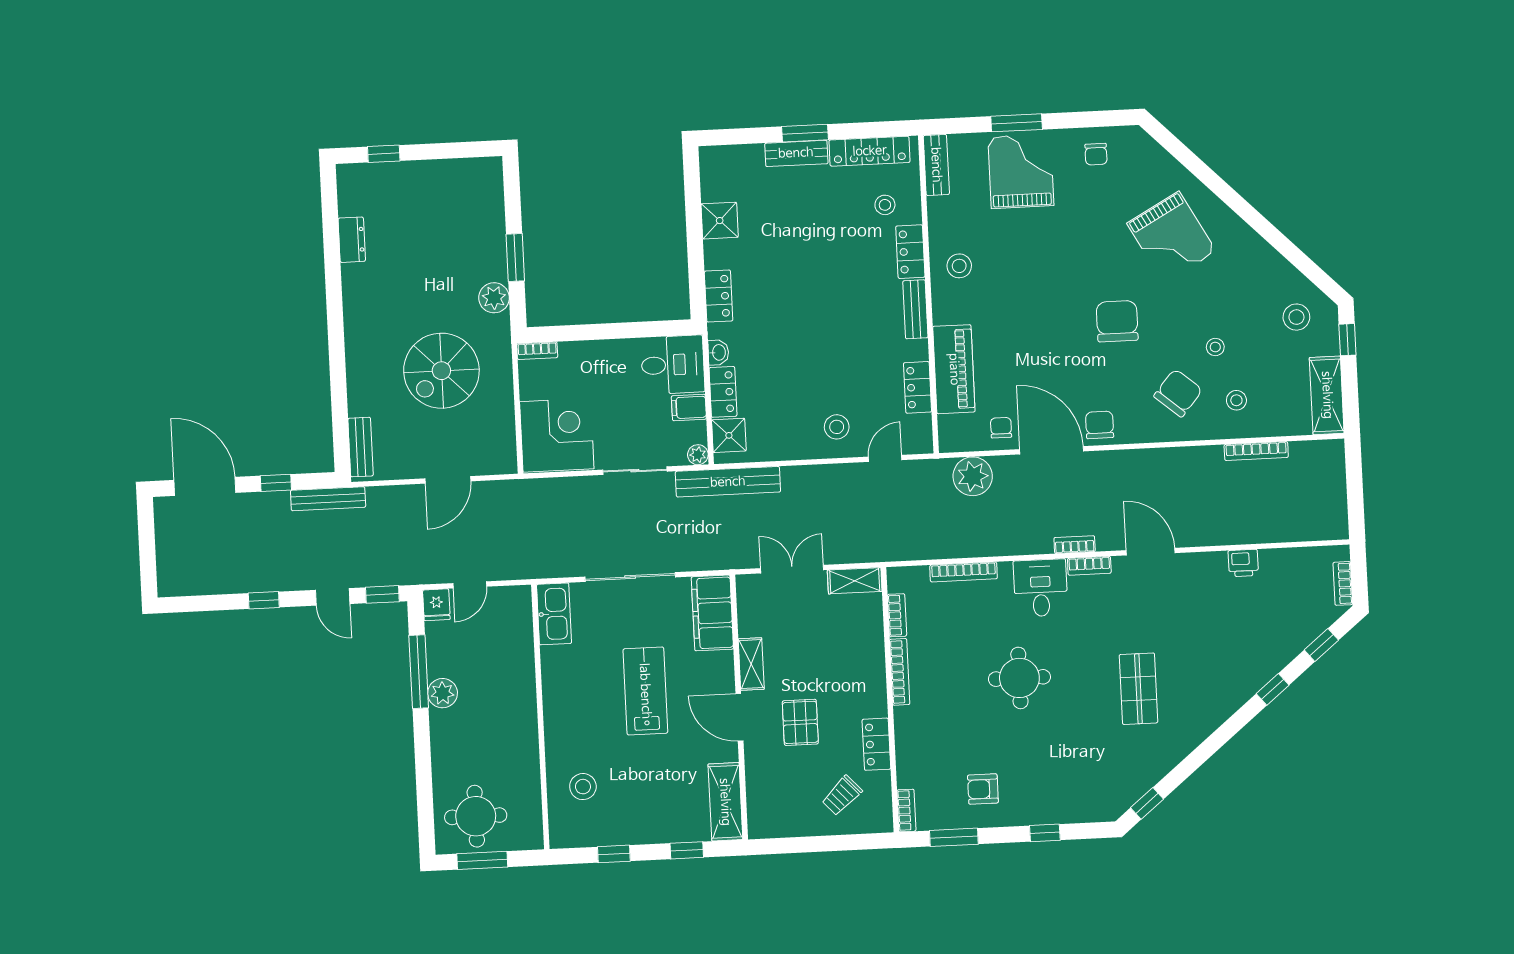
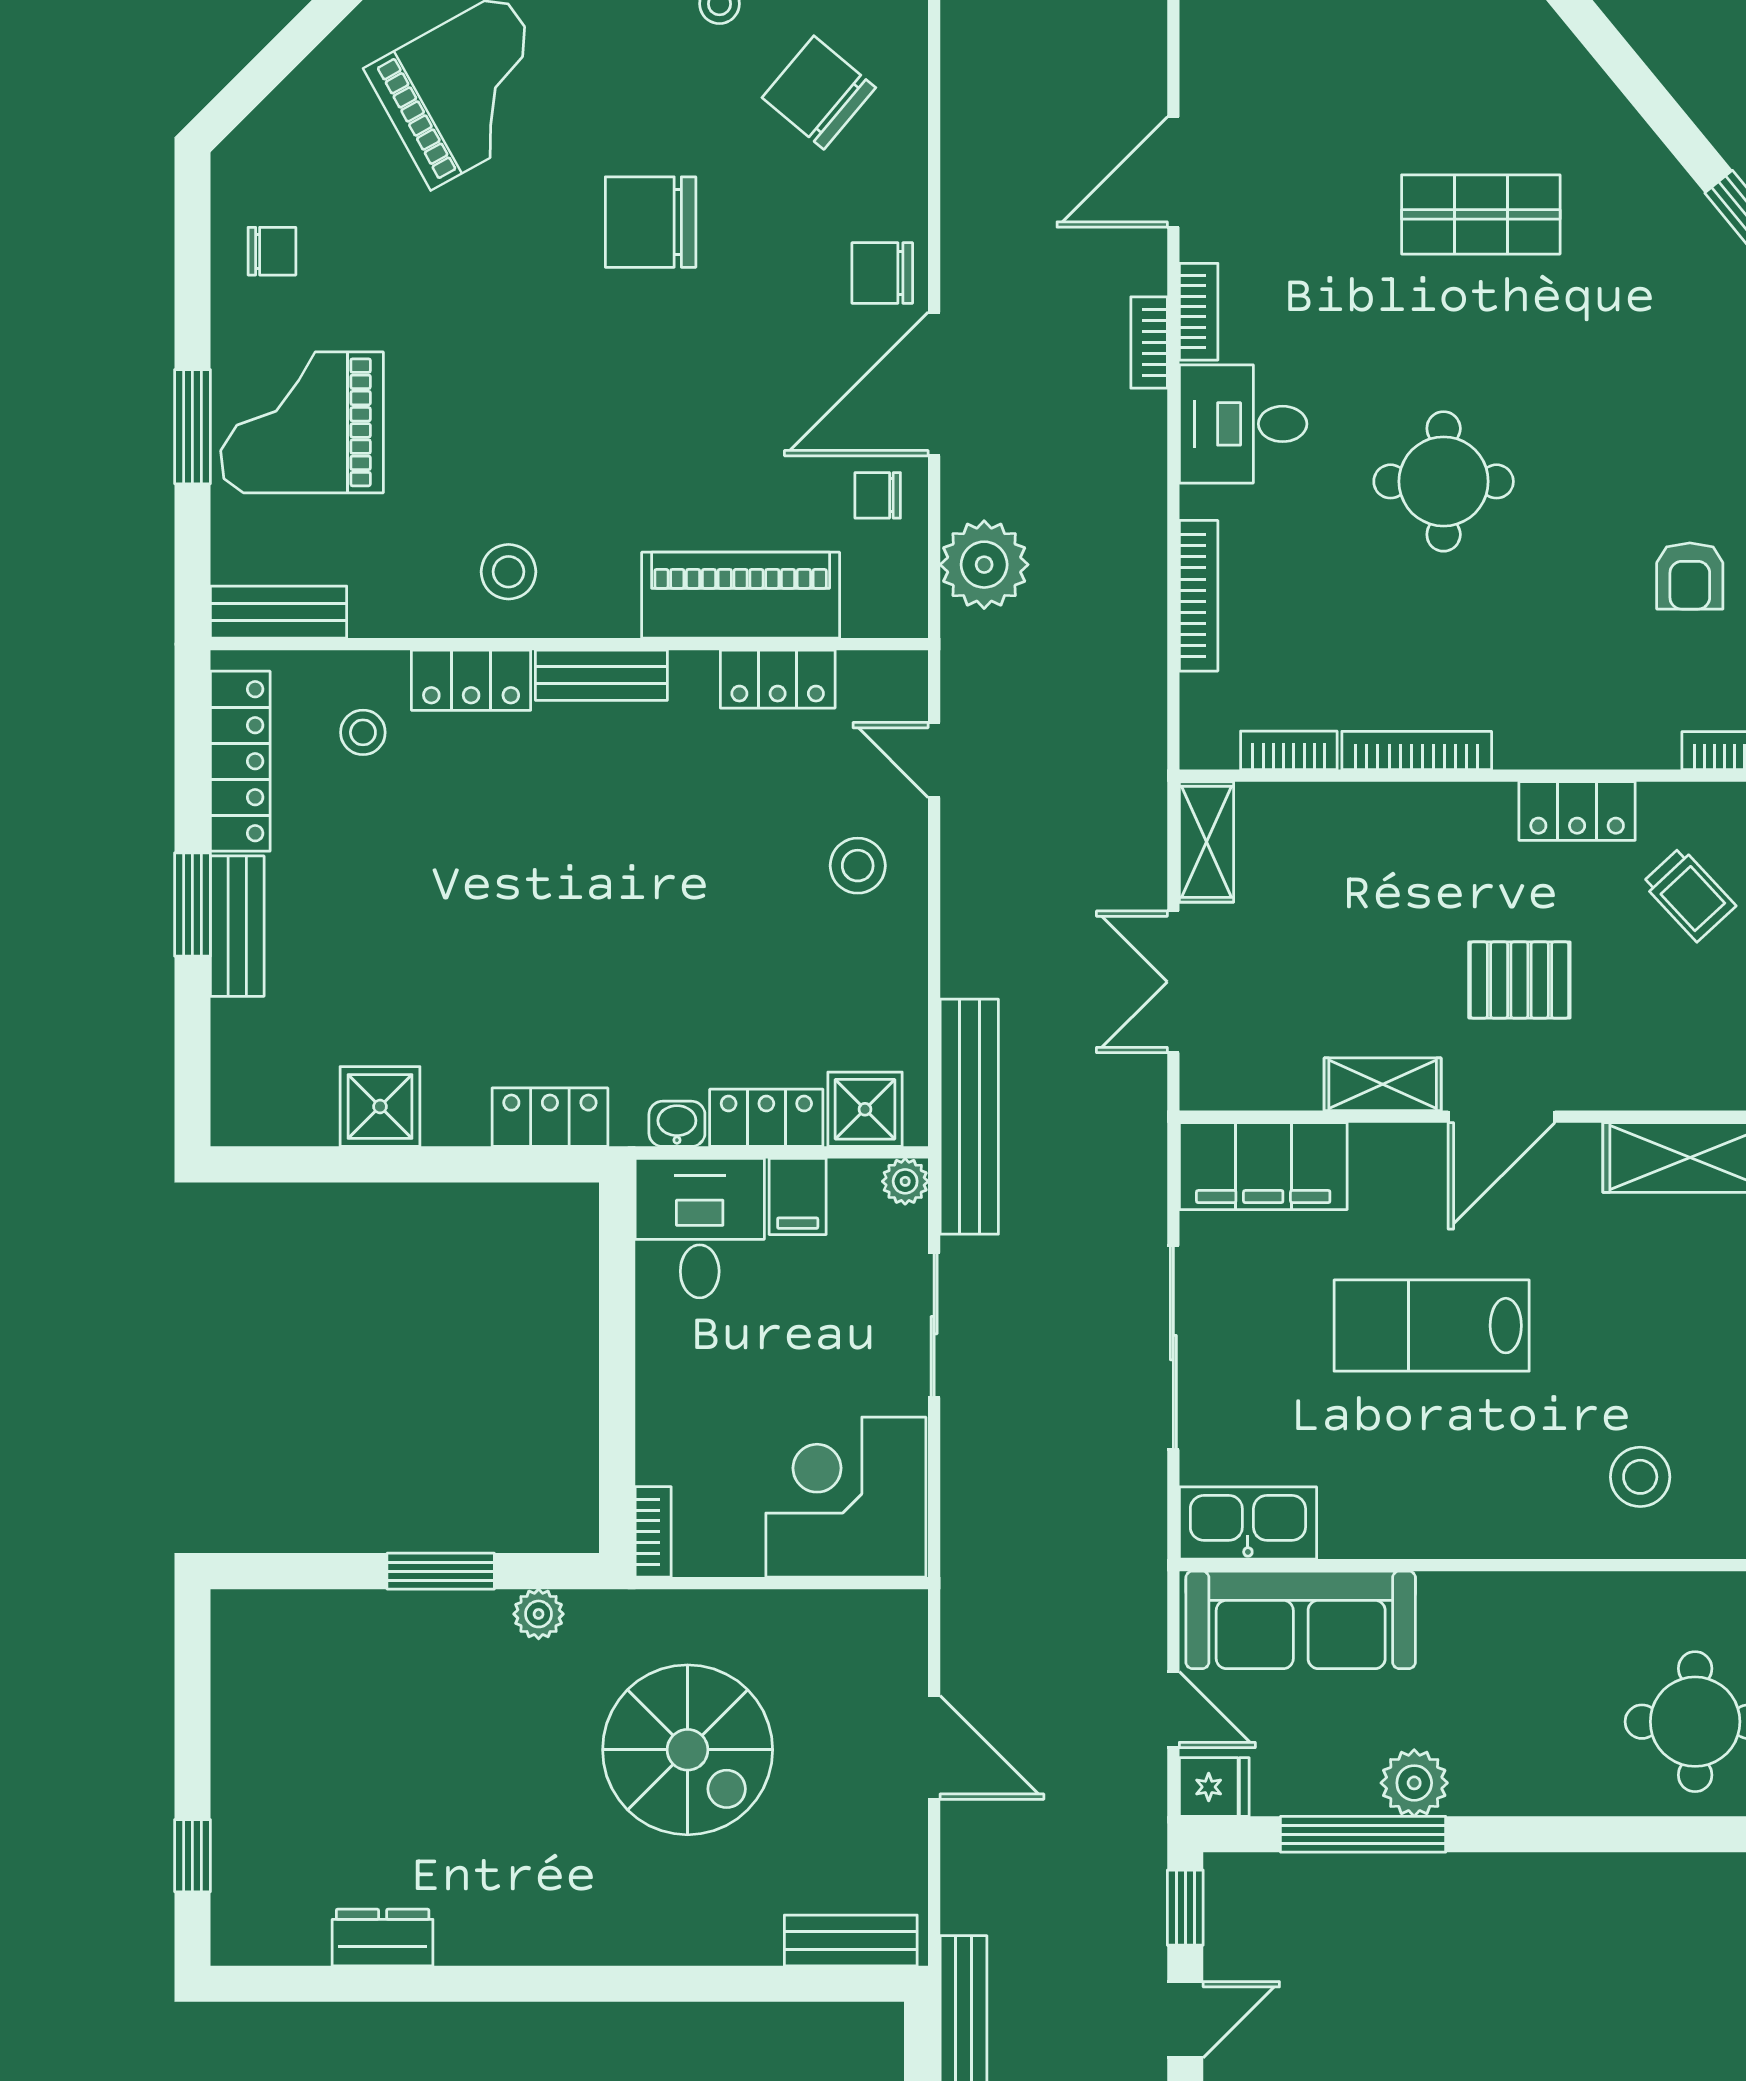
plant: (494, 298) -> (539, 1614), width x0.73, depth x0.73
sofa: (512, 639) -> (1301, 1620), added

